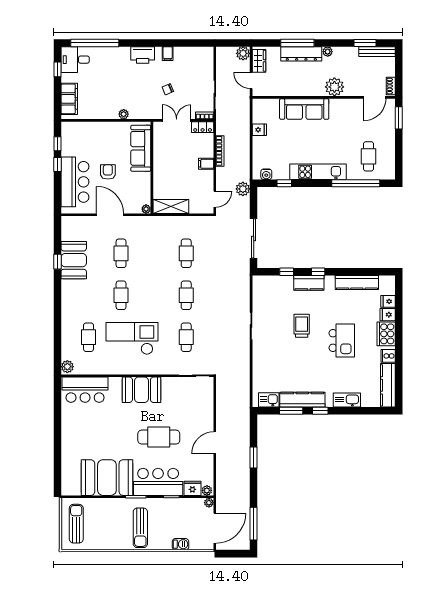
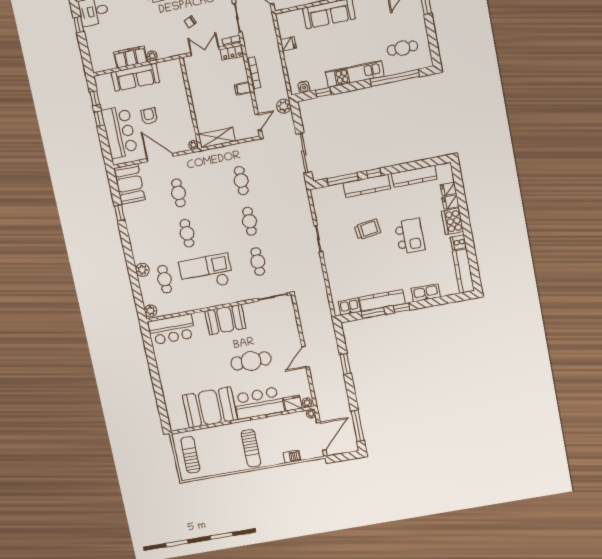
filing cabinet: (69, 99) -> (130, 57), moved, turned -90
sofa: (141, 148) -> (135, 77), moved, turned -90
cafe table: (369, 156) -> (402, 48), turned 90
booth: (74, 260) -> (129, 184), moved
window: (287, 272) -> (343, 179), width x2.17
kitchen counter: (309, 283) -> (367, 186), width x1.50
plant: (68, 323) -> (142, 270), added
trolley: (302, 326) -> (368, 229), turned 82

